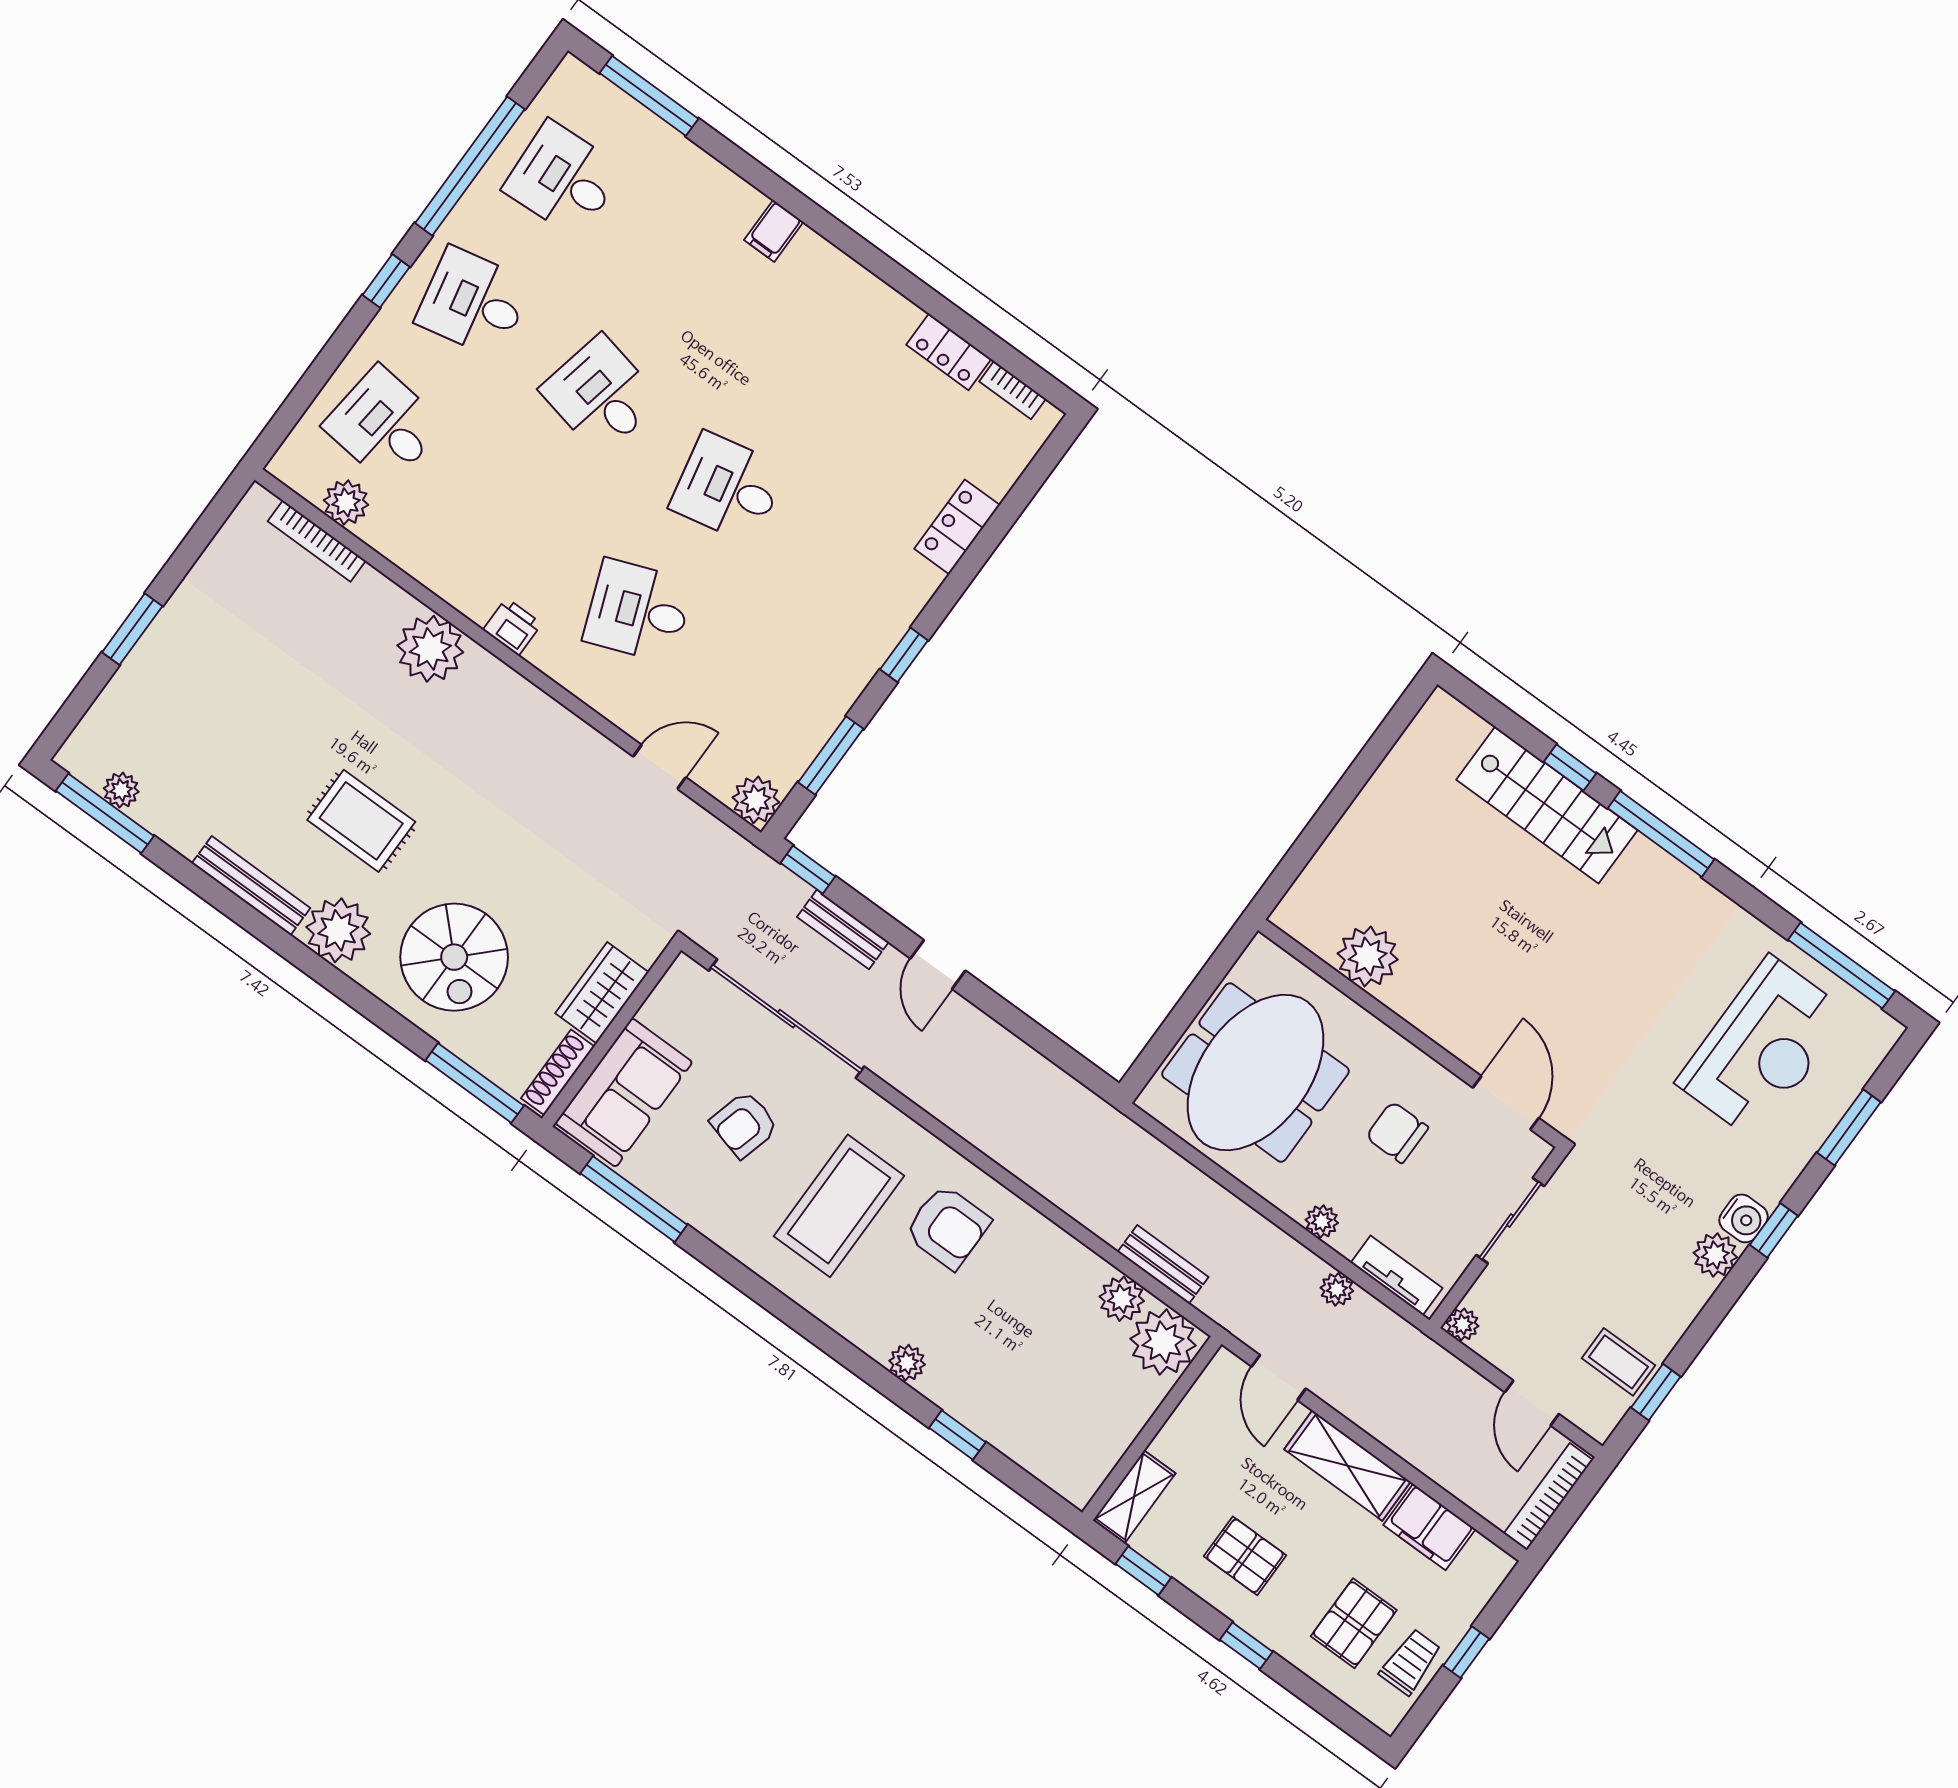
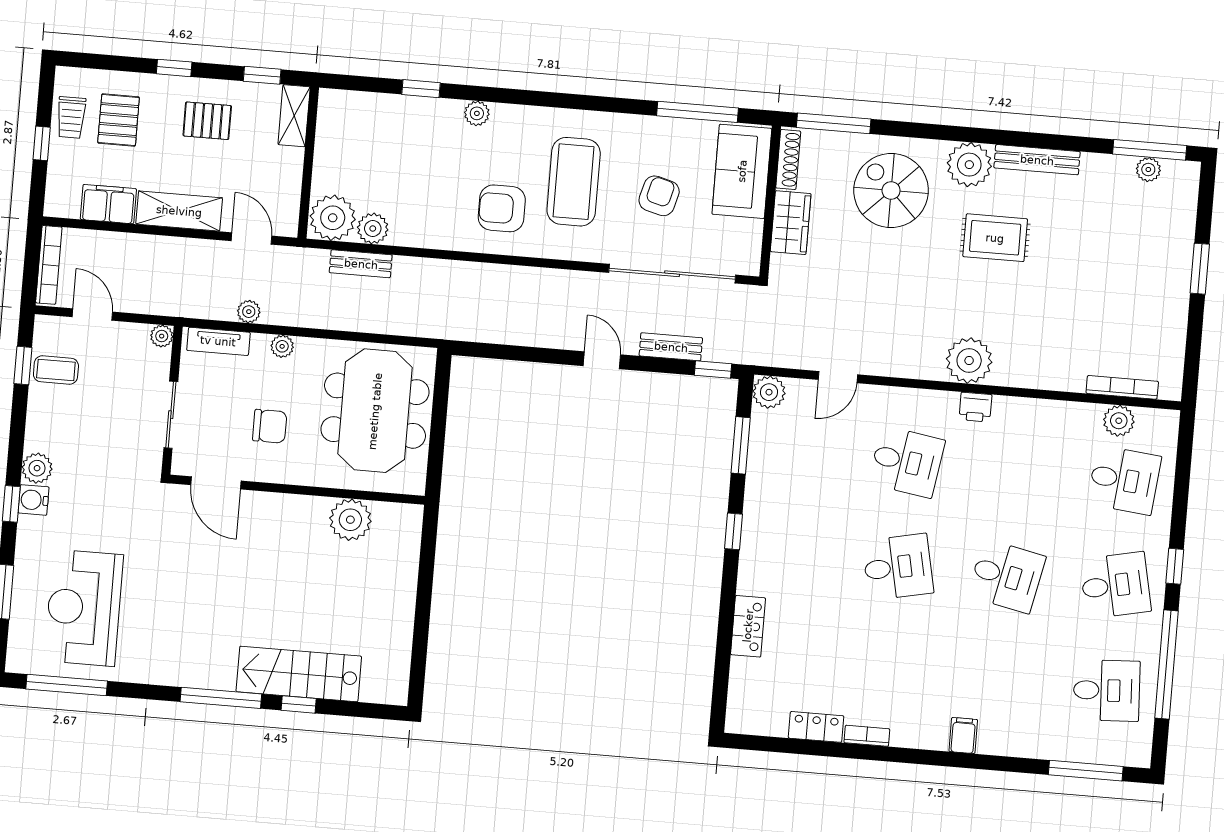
bookcase: (1013, 390) -> (867, 736), moved
desk: (638, 611) -> (907, 462), turned 30
plant: (430, 649) -> (969, 360), moved

